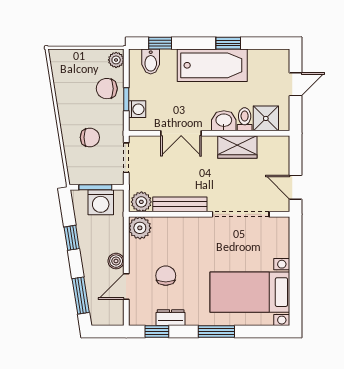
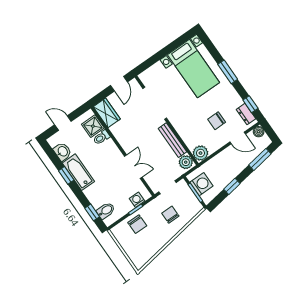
plant: (116, 60) -> (118, 230), removed
bathtub: (212, 65) -> (78, 172), width x0.73, depth x0.73
washbasin: (224, 121) -> (62, 152), moved, turned 180
wardrobe: (237, 147) -> (107, 113), moved
boiler: (116, 261) -> (259, 132), moved
dresser: (171, 318) -> (246, 114), moved

